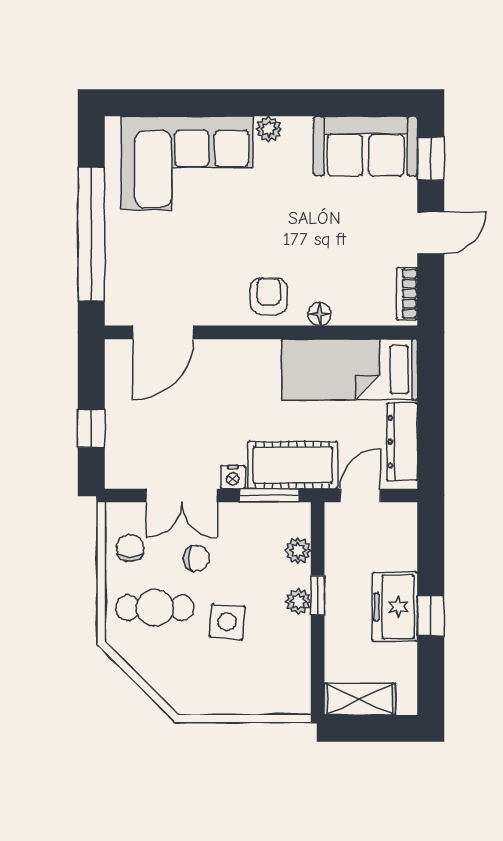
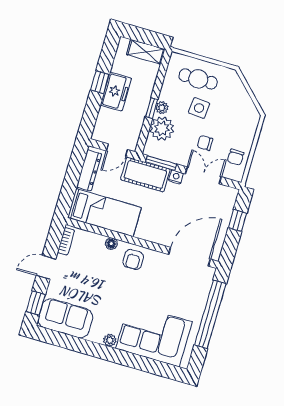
door: (163, 332) -> (189, 257), width x1.36
plant: (298, 551) -> (162, 128), width x1.88, depth x1.88
cafe table: (155, 608) -> (198, 79), moved

